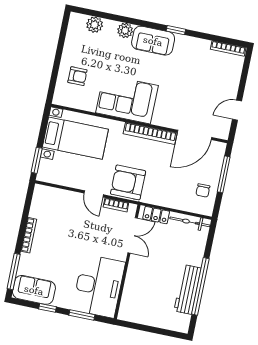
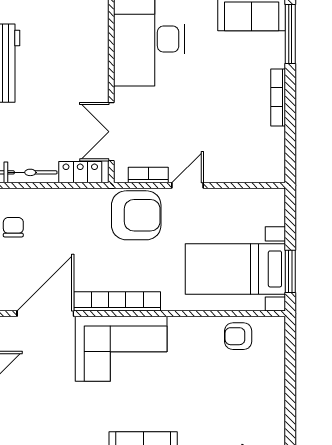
armchair: (77, 76) -> (238, 336), moved
corner sofa: (127, 99) -> (121, 349), moved
window: (37, 160) -> (290, 271), moved
door: (94, 194) -> (188, 185), hinge flipped

